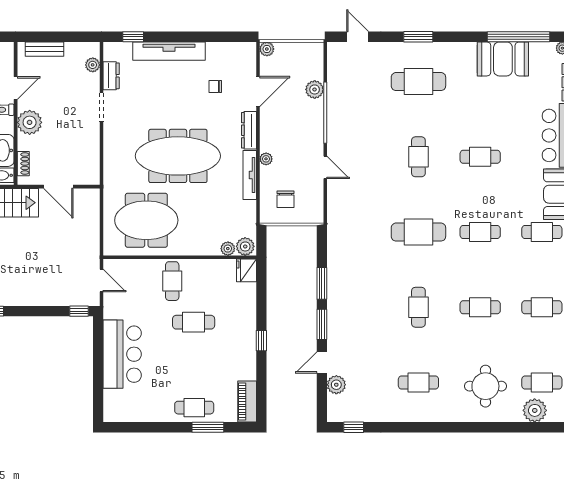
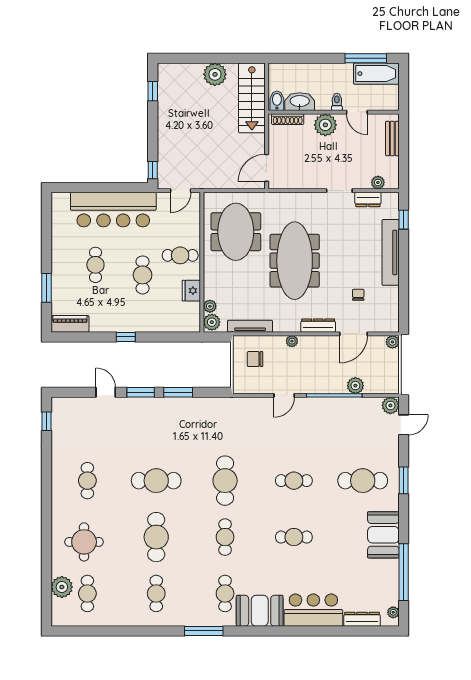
booth: (503, 59) -> (383, 535), moved
cafe table: (418, 82) -> (363, 481), turned 90
door: (258, 91) -> (354, 334), hinge flipped
cafe table: (480, 157) -> (294, 537), turned 90
shoe rack: (23, 164) -> (288, 119), width x1.43
tv unit: (250, 175) -> (250, 326), moved
door: (58, 187) -> (267, 168), moved
fridge: (246, 270) -> (191, 291), moved, turned -90
cafe table: (418, 307) -> (156, 481), width x1.37, depth x1.35
cafe table: (480, 307) -> (156, 537), width x1.37, depth x1.35
bar counter: (122, 354) -> (113, 210), width x1.36
plant: (336, 385) -> (390, 405), moved
cafe table: (194, 408) -> (95, 265), moved

